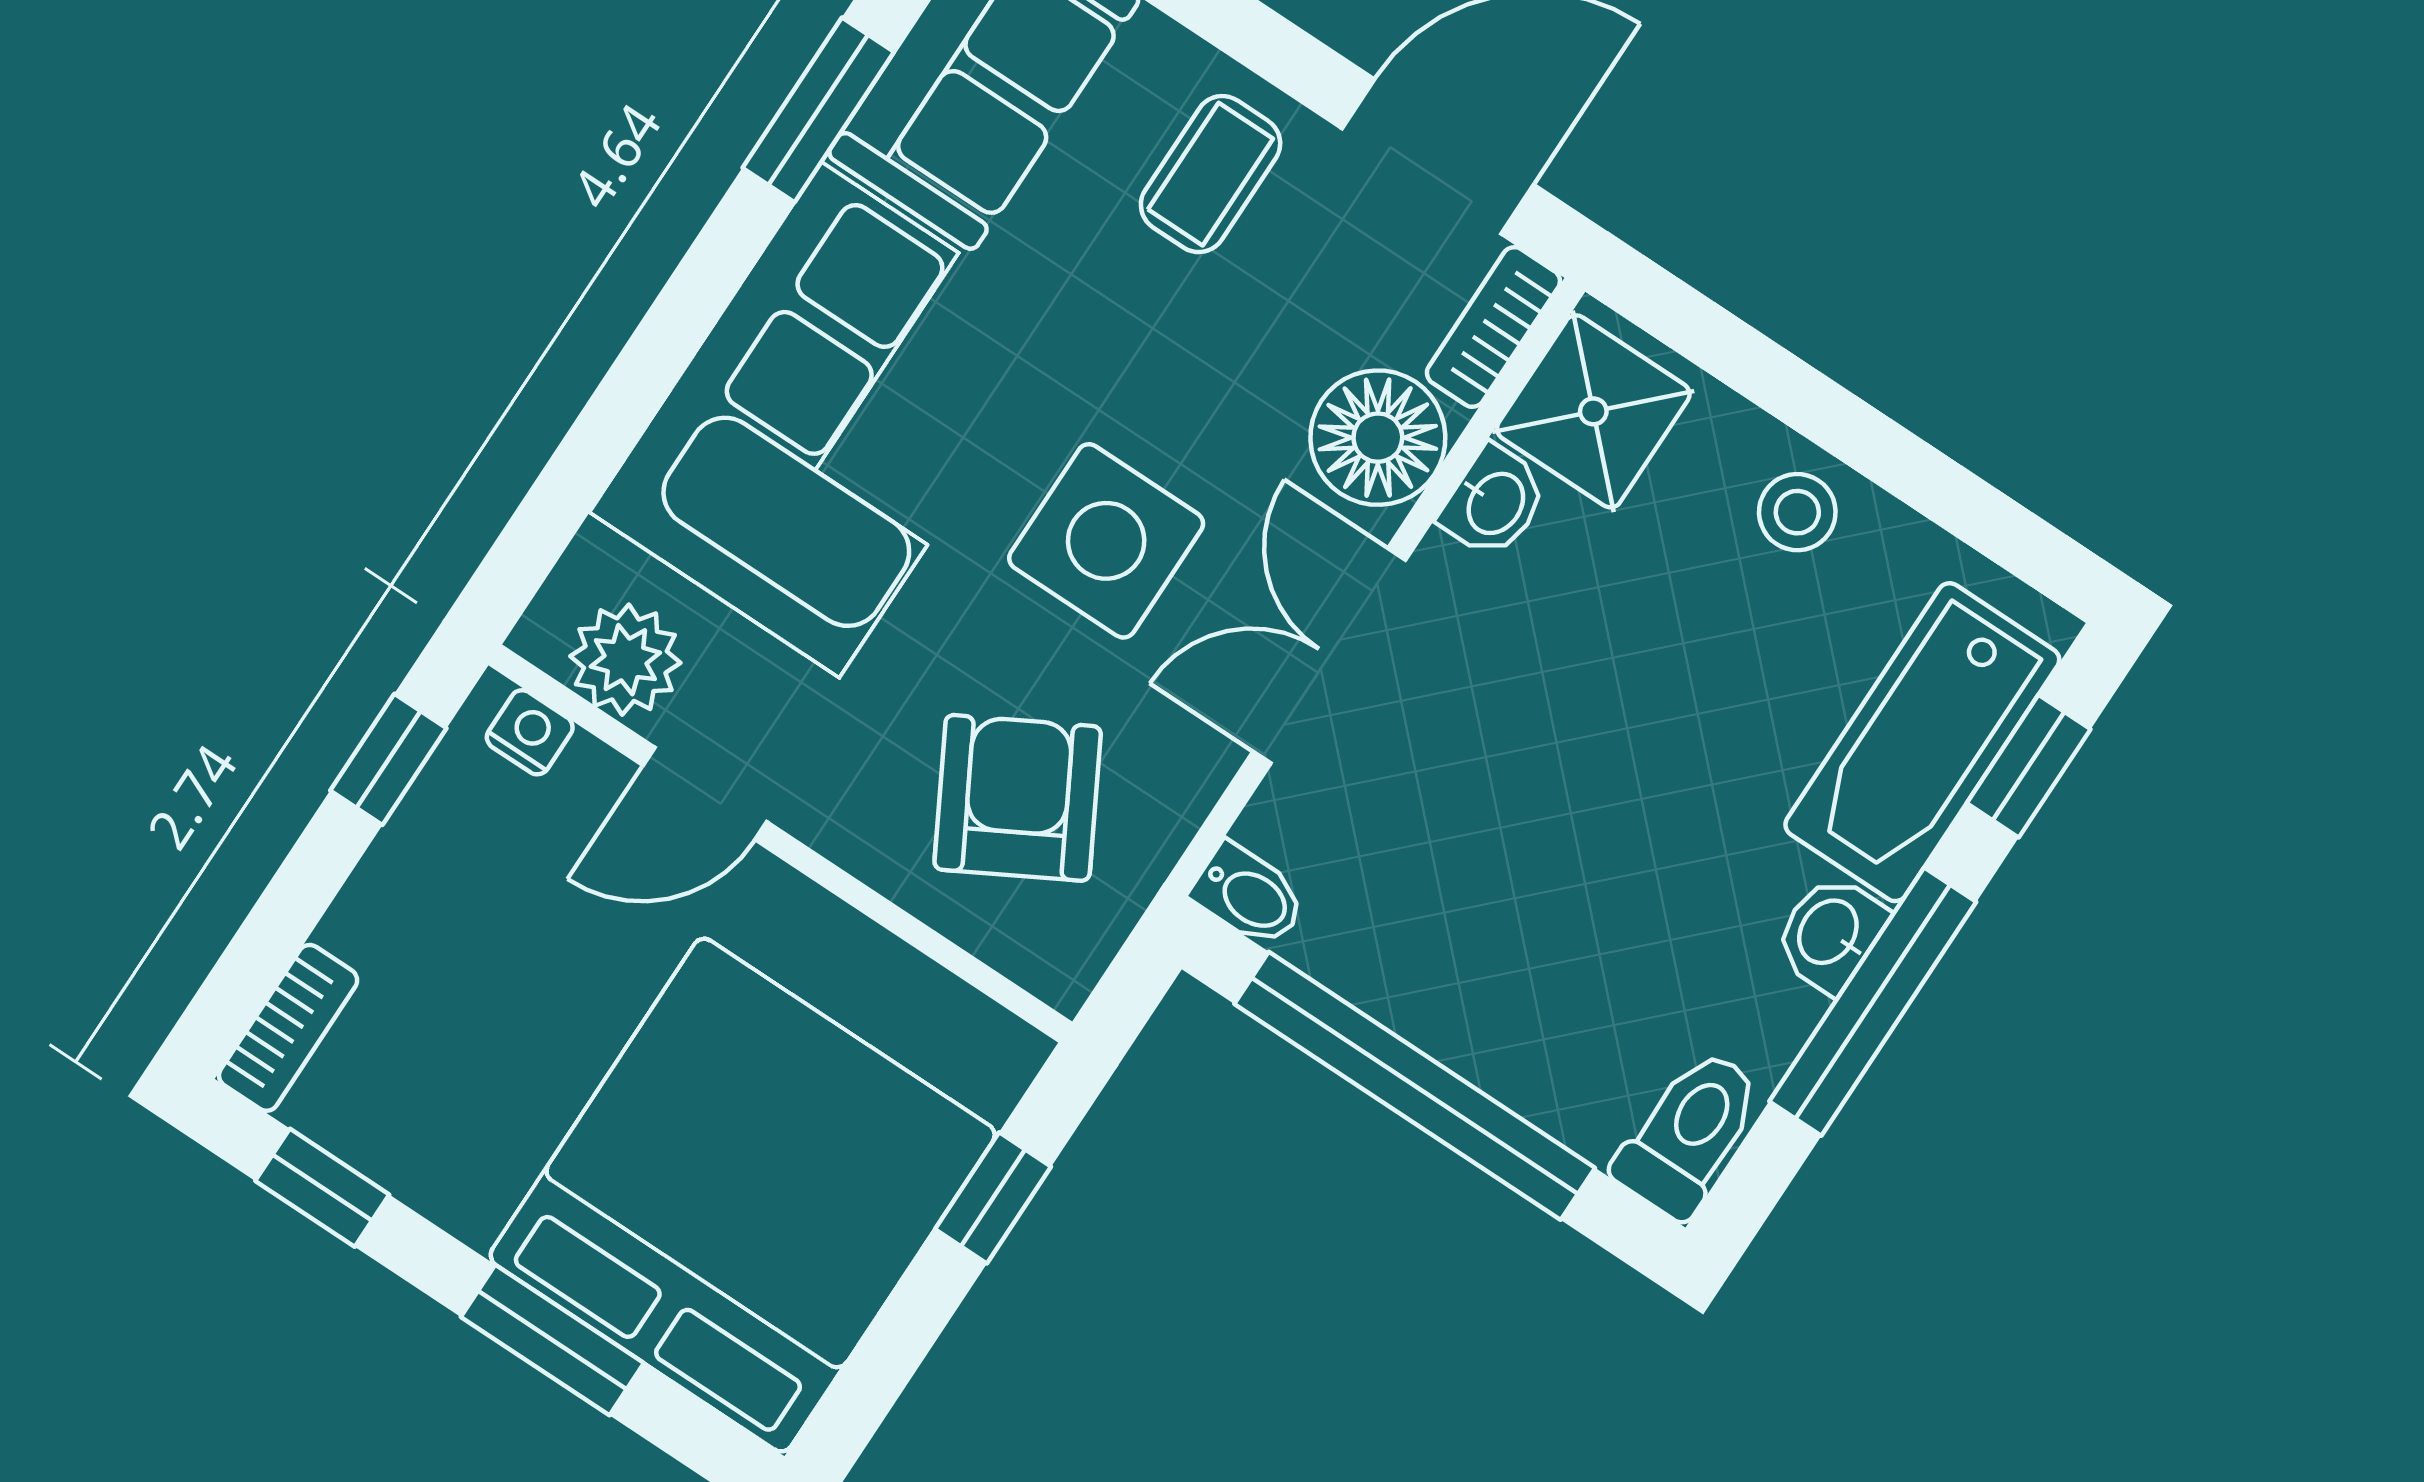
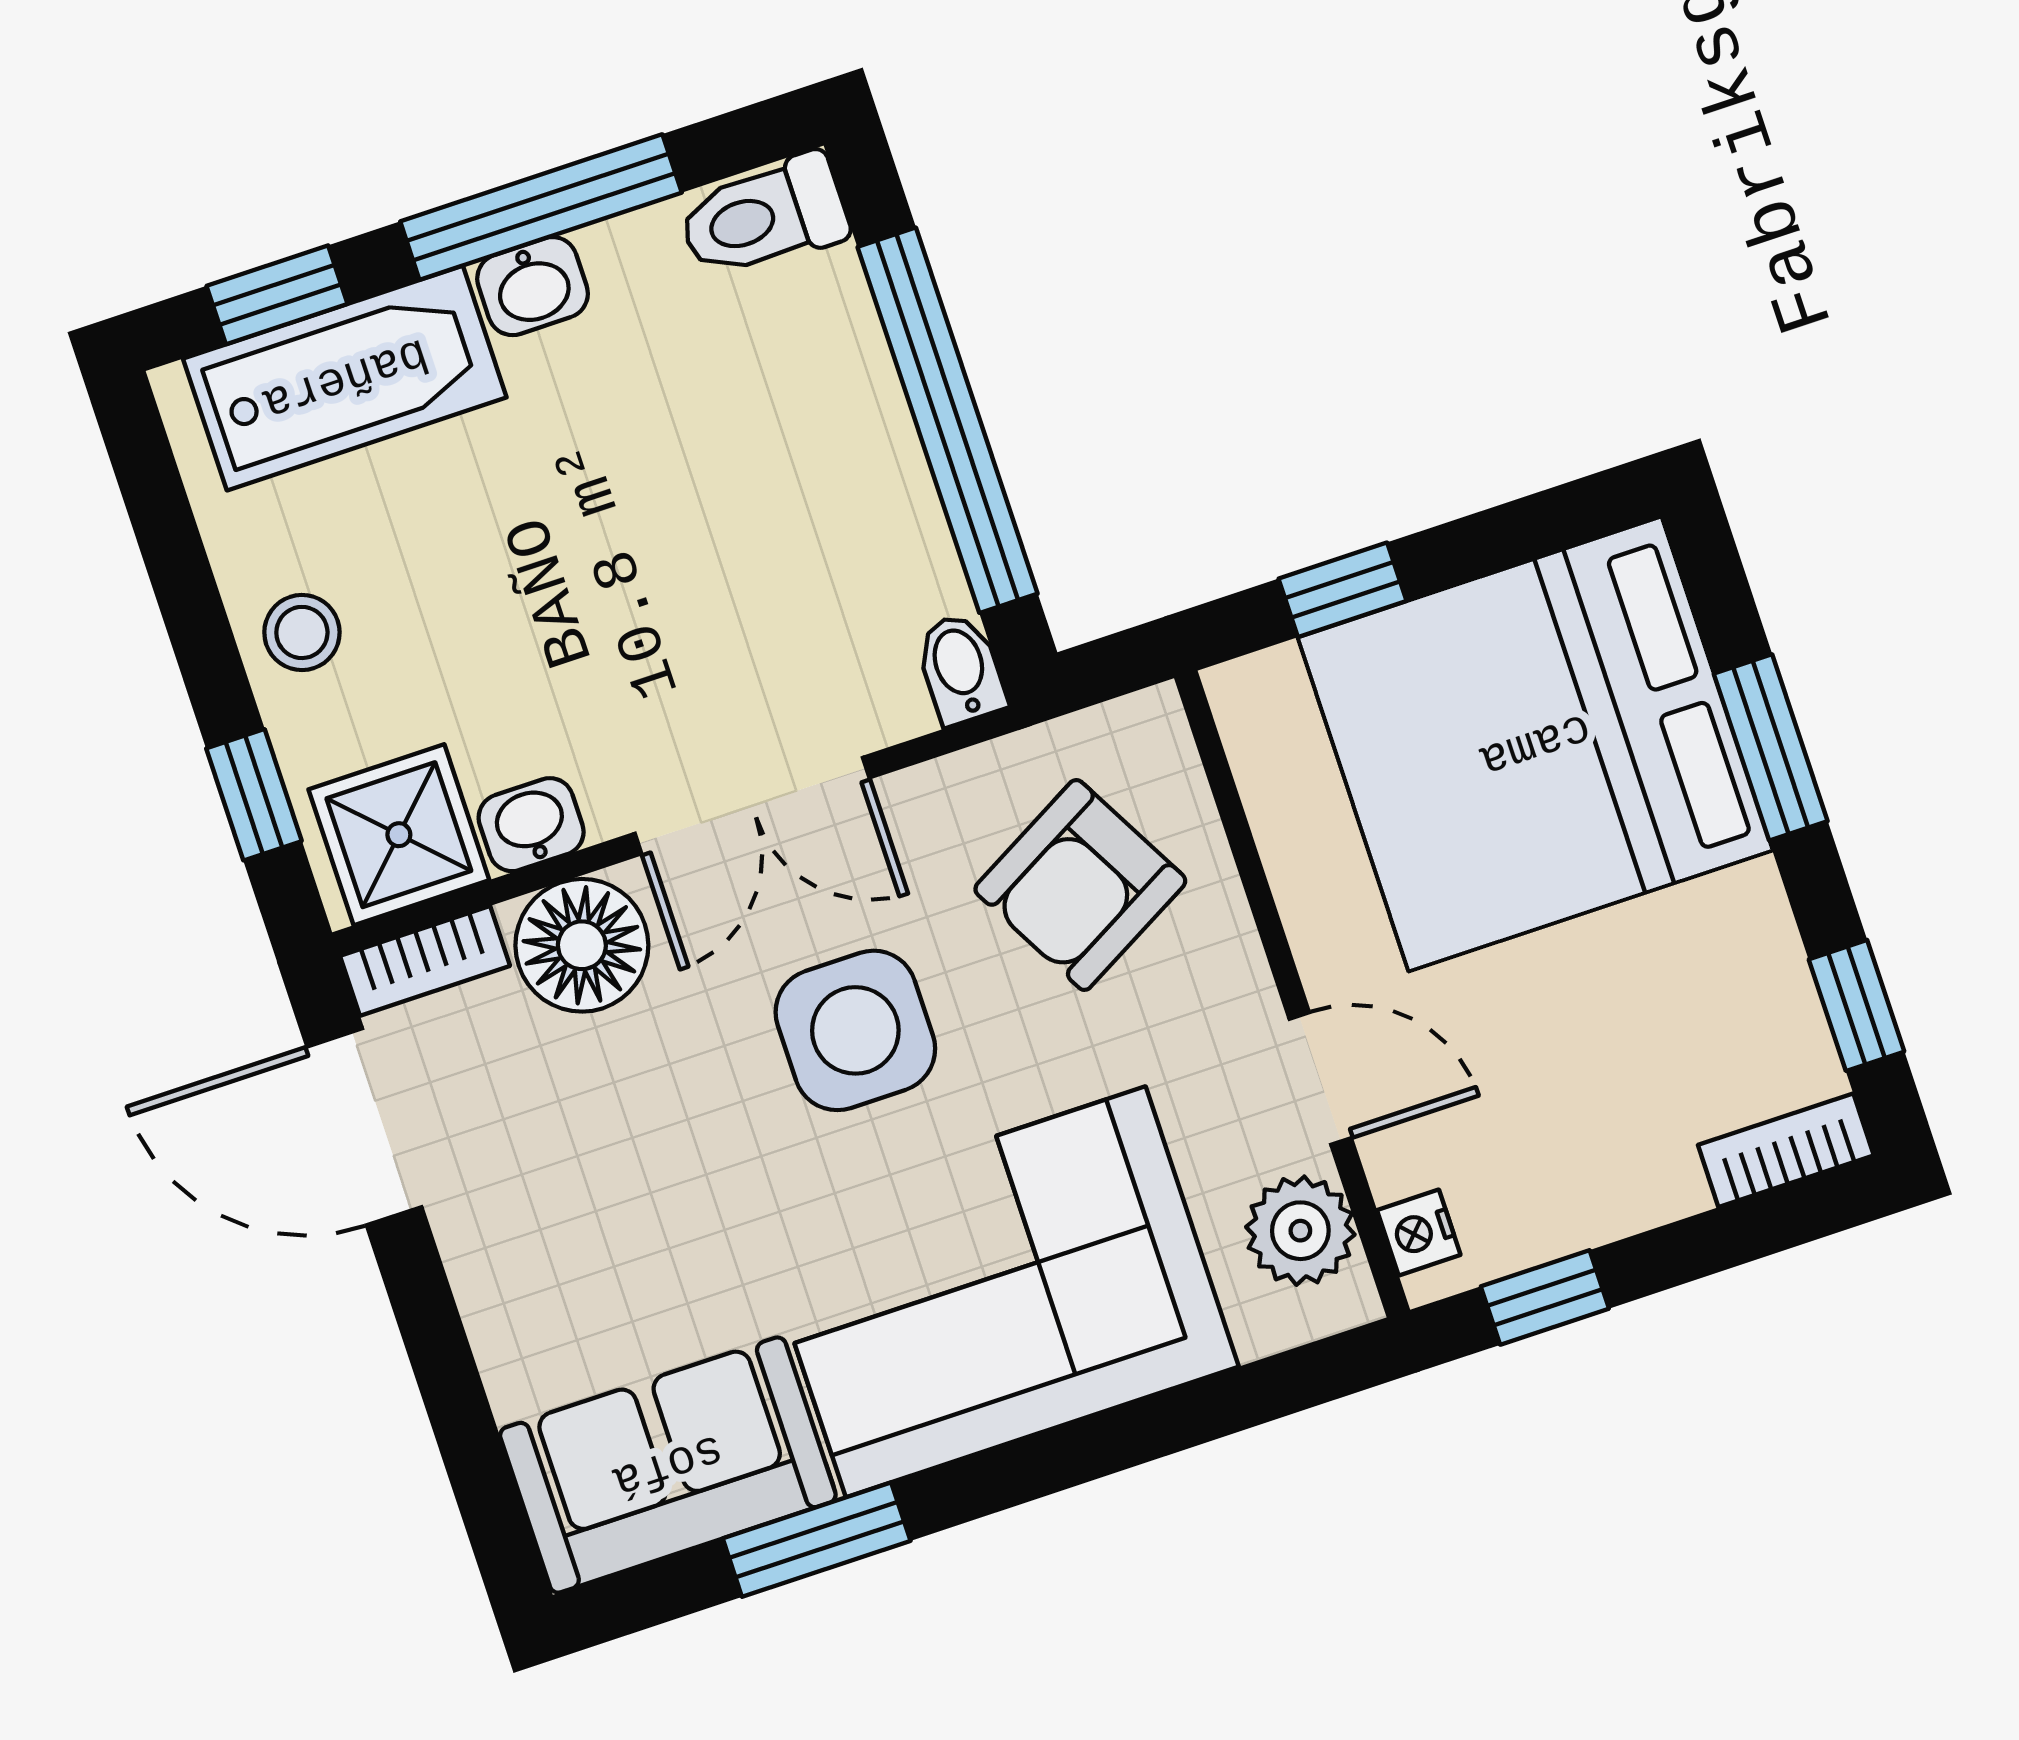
coffee table: (1211, 174) -> (551, 1251), removed
window: (1734, 352) -> (254, 795), added

